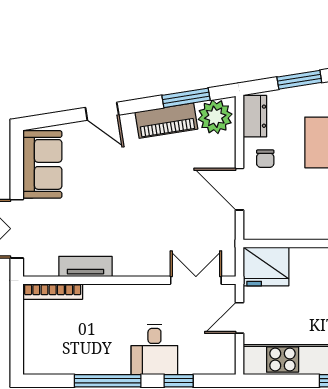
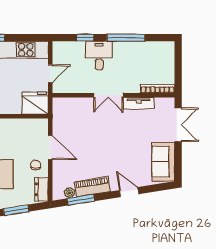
plant: (215, 117) -> (70, 193), width x0.53, depth x0.53
double door: (196, 280) -> (108, 95), moved

